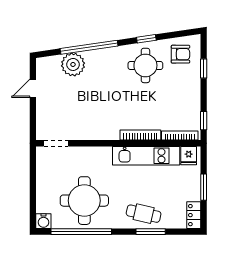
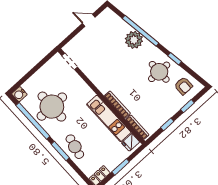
plant: (73, 64) -> (134, 40), moved
window: (204, 121) -> (167, 124), moved
window: (151, 232) -> (60, 151), moved

